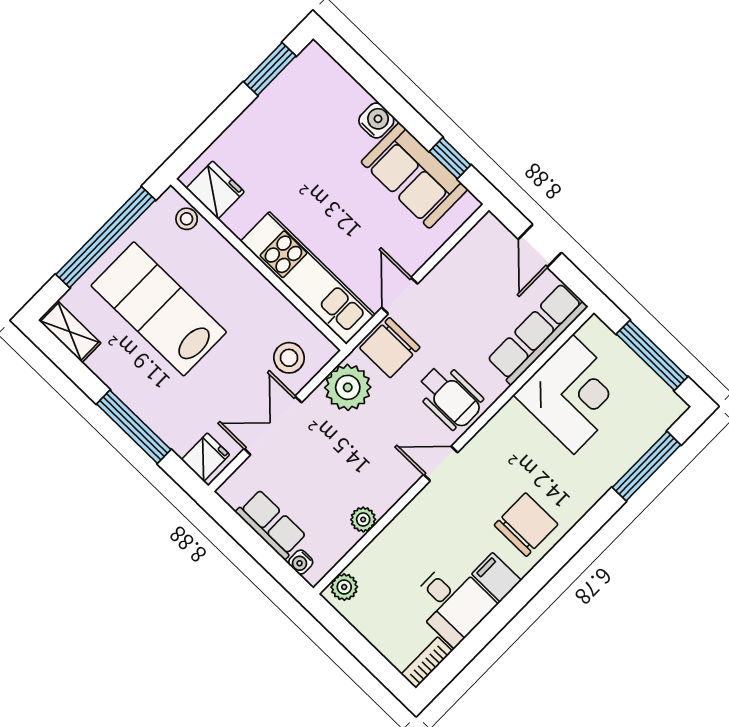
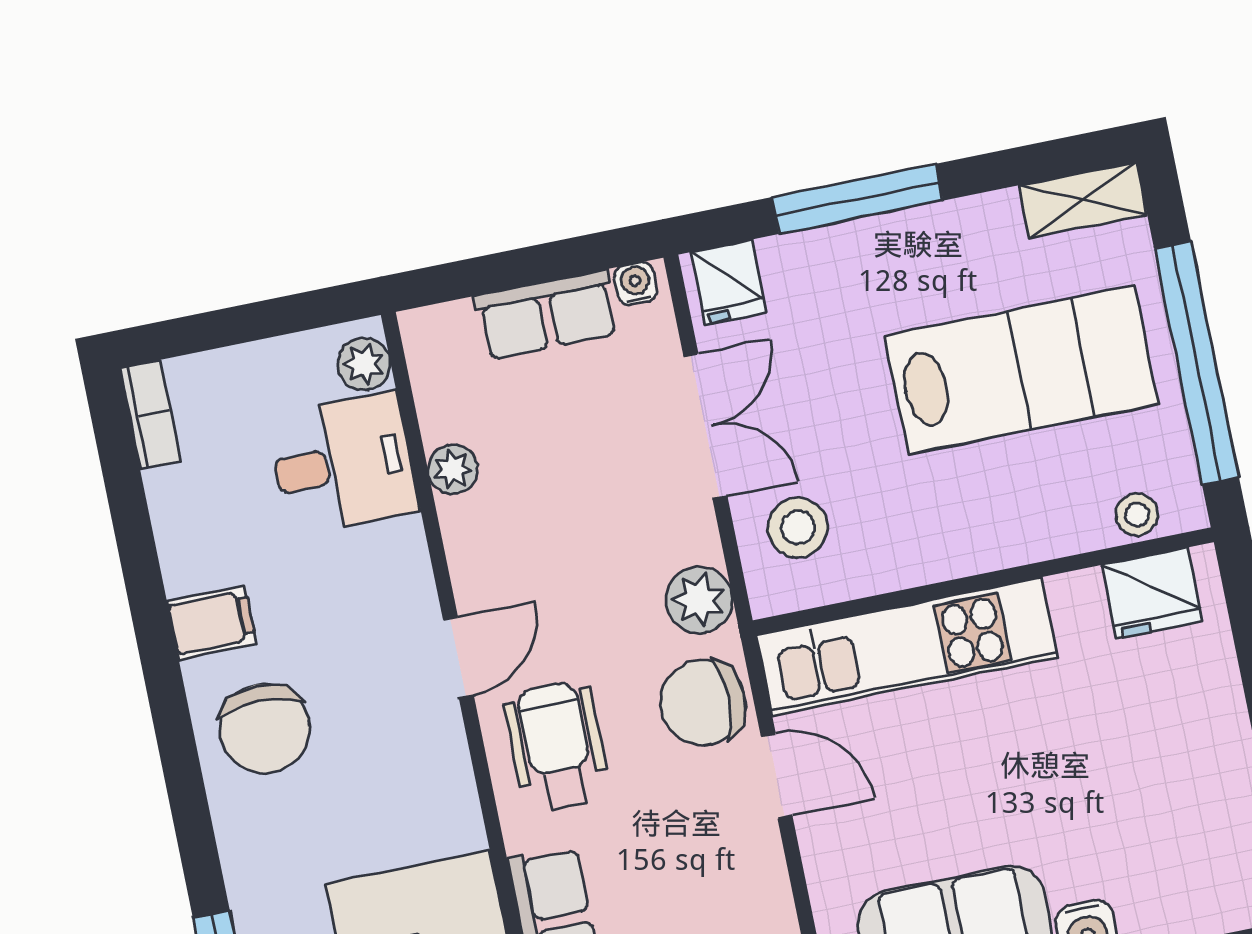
chair: (390, 348) -> (703, 703), turned -90
plant: (348, 387) -> (699, 600), width x0.73, depth x0.73
wheelchair: (450, 397) -> (557, 746), turned 90
water cooler: (301, 562) -> (636, 284), moved
desk: (452, 603) -> (343, 464), moved, turned 180

